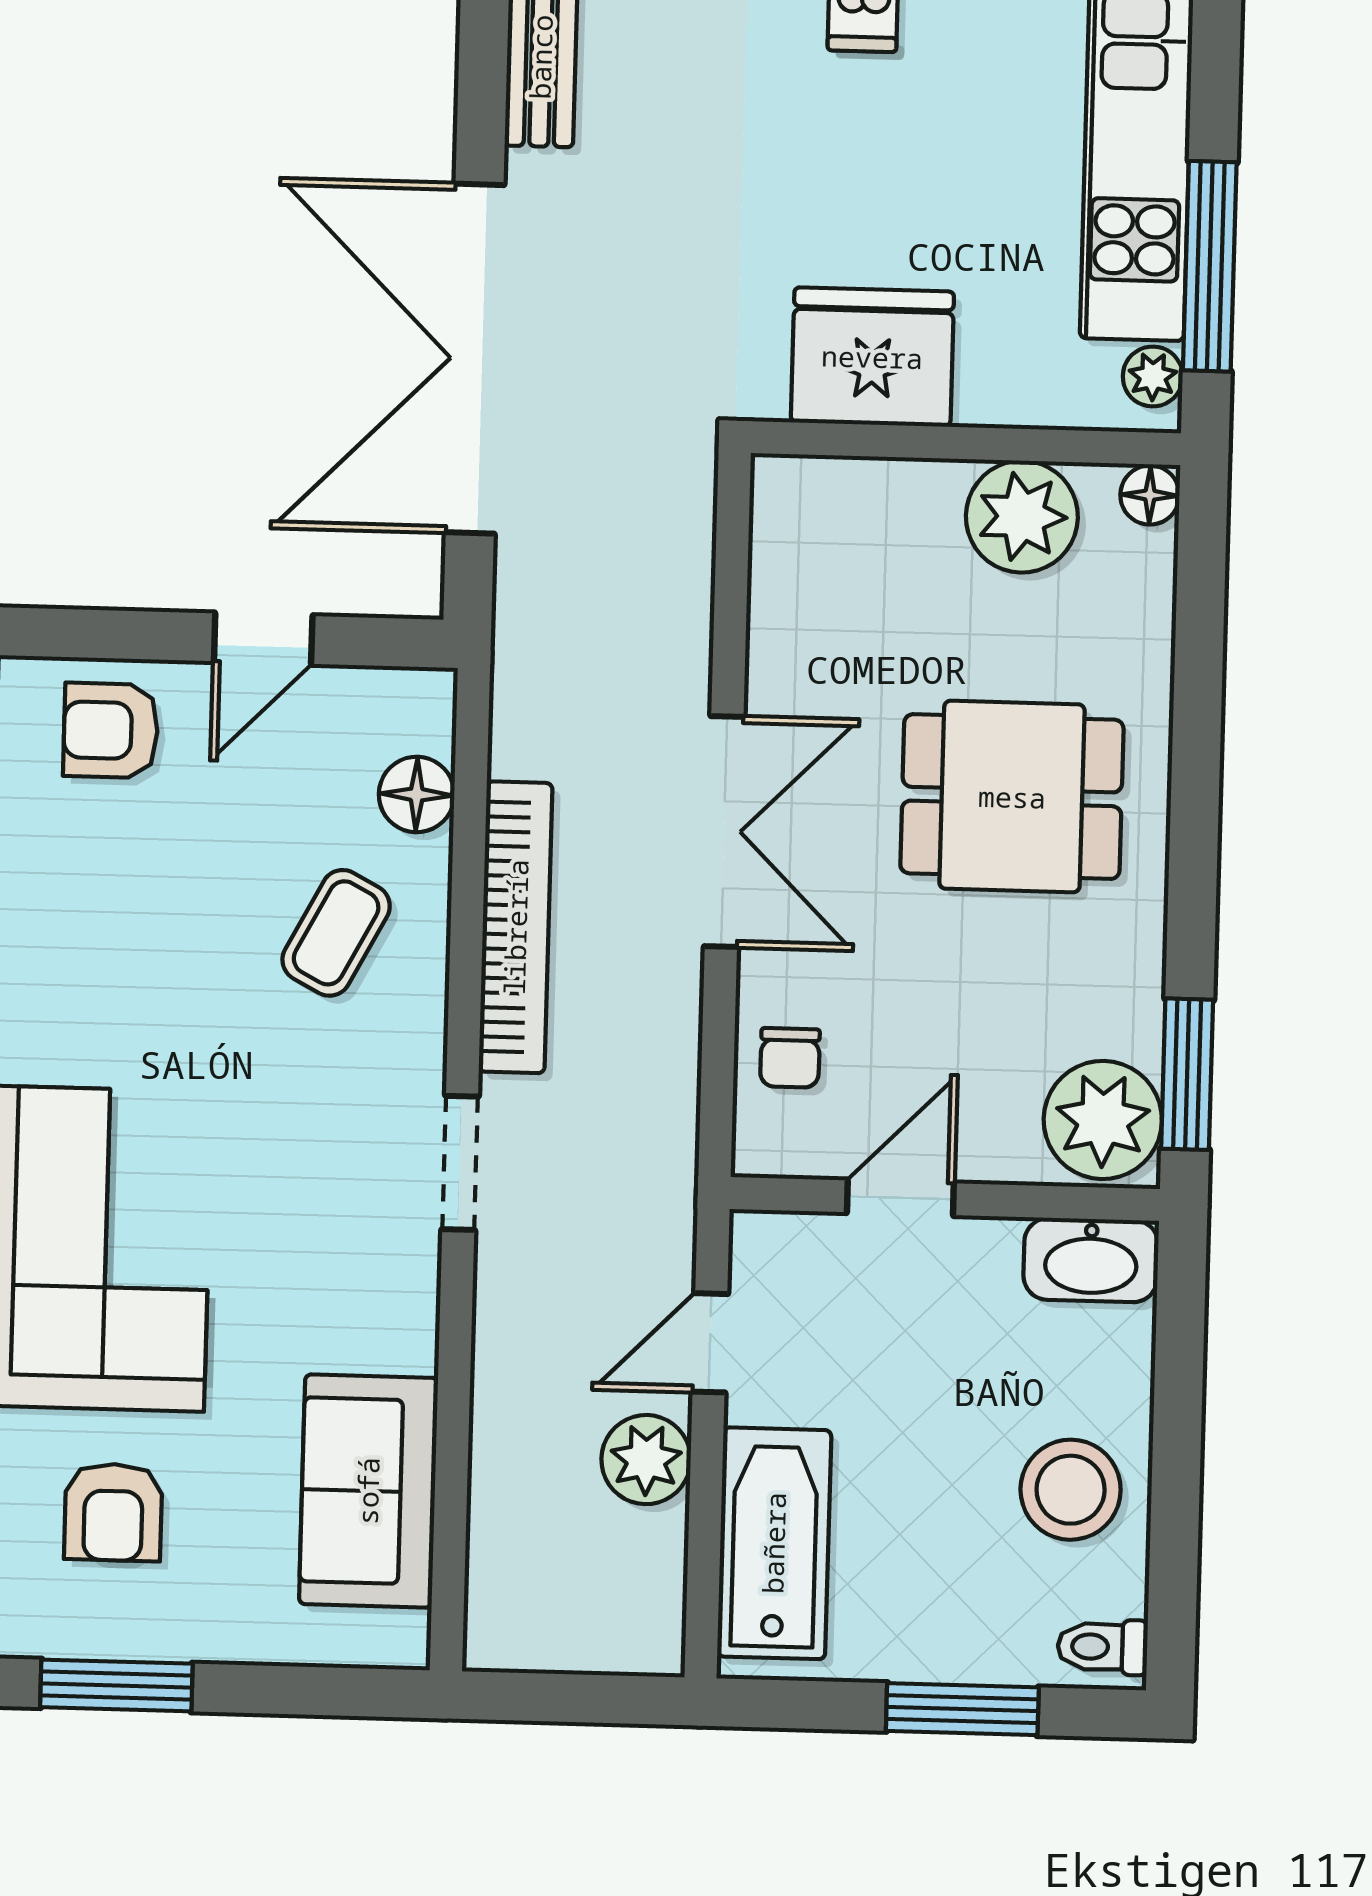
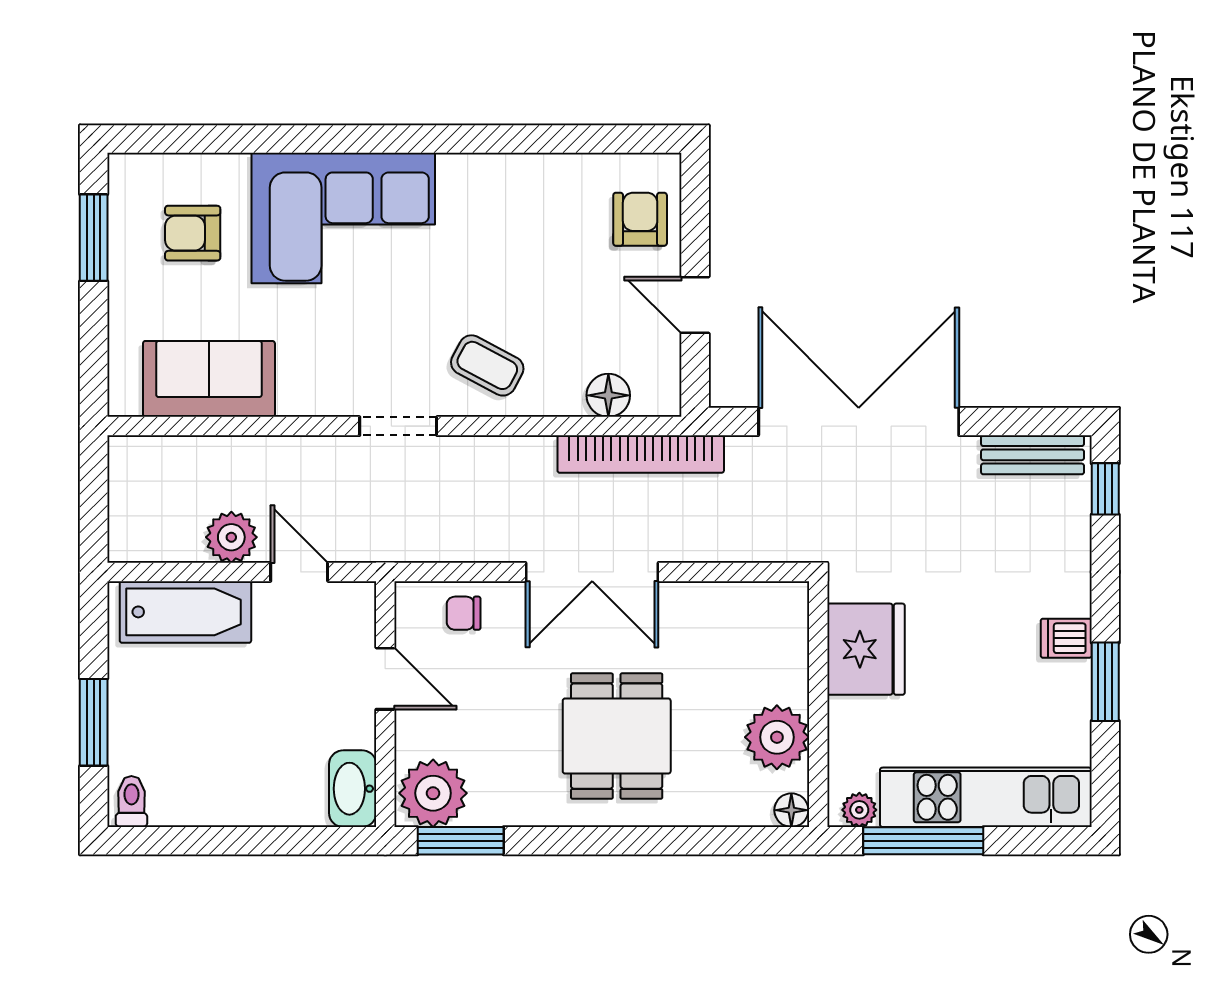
bookcase: (516, 927) -> (641, 454), moved
coffee table: (336, 933) -> (487, 365), moved
stool: (1071, 1490) -> (221, 781), removed

